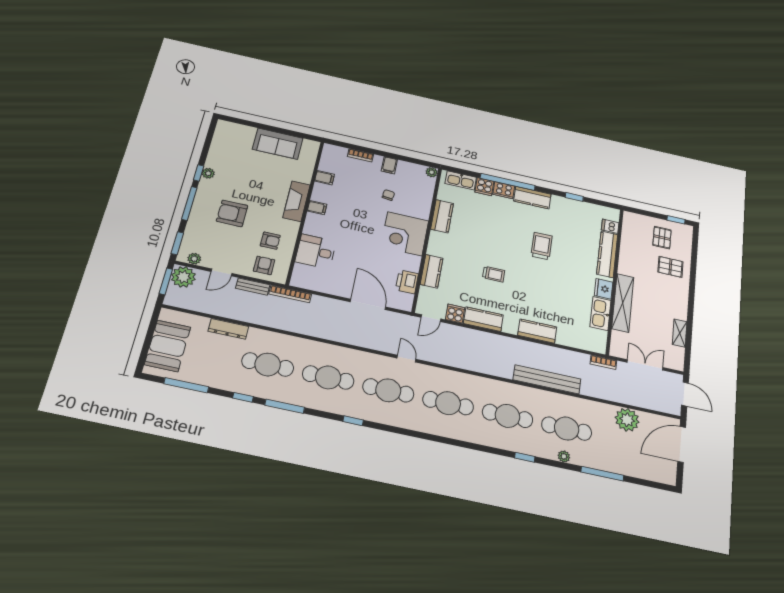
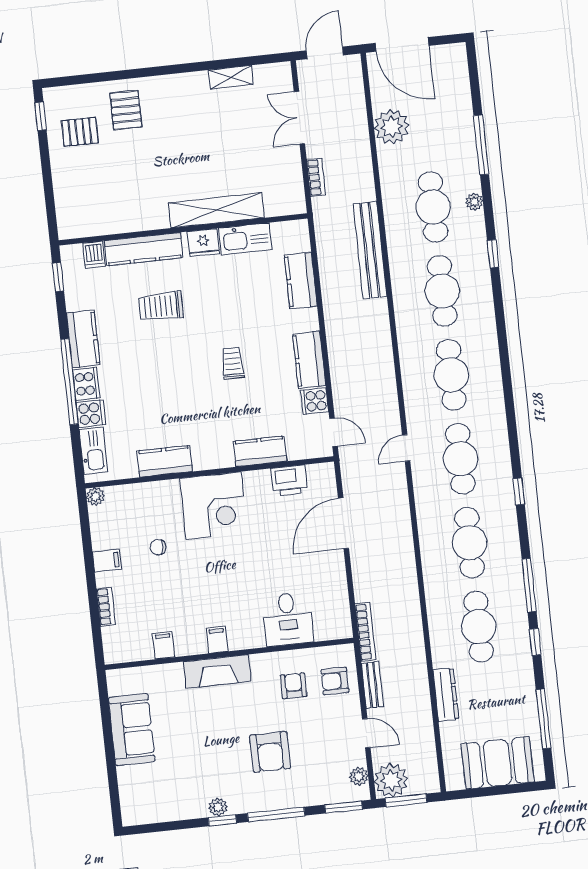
dishwasher: (610, 226) -> (94, 255), moved
kitchen counter: (607, 254) -> (144, 249), moved
wall: (615, 280) -> (183, 229), moved
fridge: (604, 289) -> (203, 243), moved
shelving: (623, 303) -> (216, 210), moved
kitchen sink: (600, 314) -> (245, 239), moved

